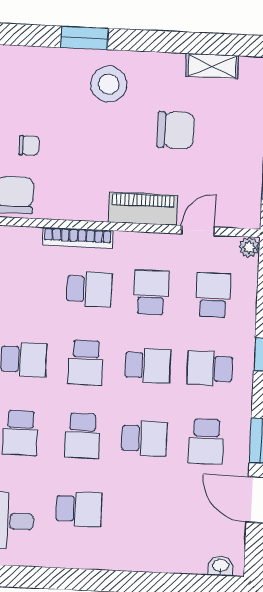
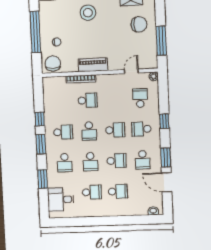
chair: (176, 130) -> (139, 24), moved
piano: (143, 209) -> (93, 65), moved
school desk: (151, 292) -> (118, 191), moved, turned 90

